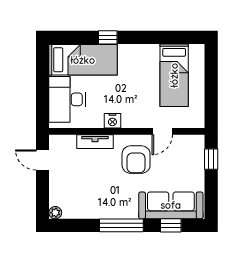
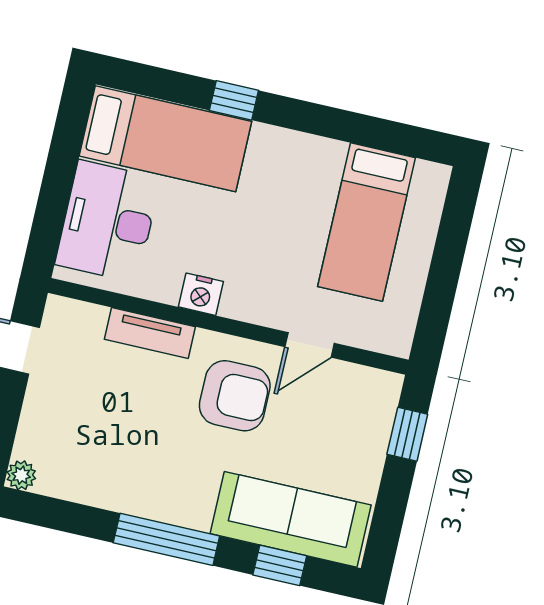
armchair: (136, 160) -> (235, 396), turned -90

